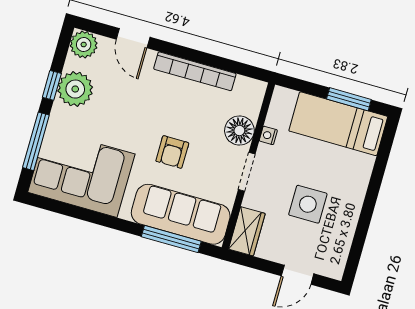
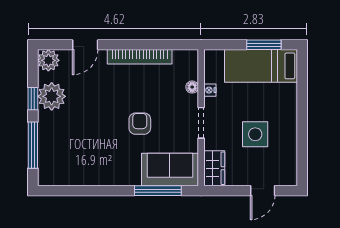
door: (133, 38) -> (85, 45), hinge flipped
floor lamp: (239, 130) -> (192, 87), width x0.53, depth x0.53
armchair: (172, 152) -> (140, 124), turned 180
corner sofa: (81, 173) -> (75, 160), removed
sofa: (181, 214) -> (170, 170), width x0.73

